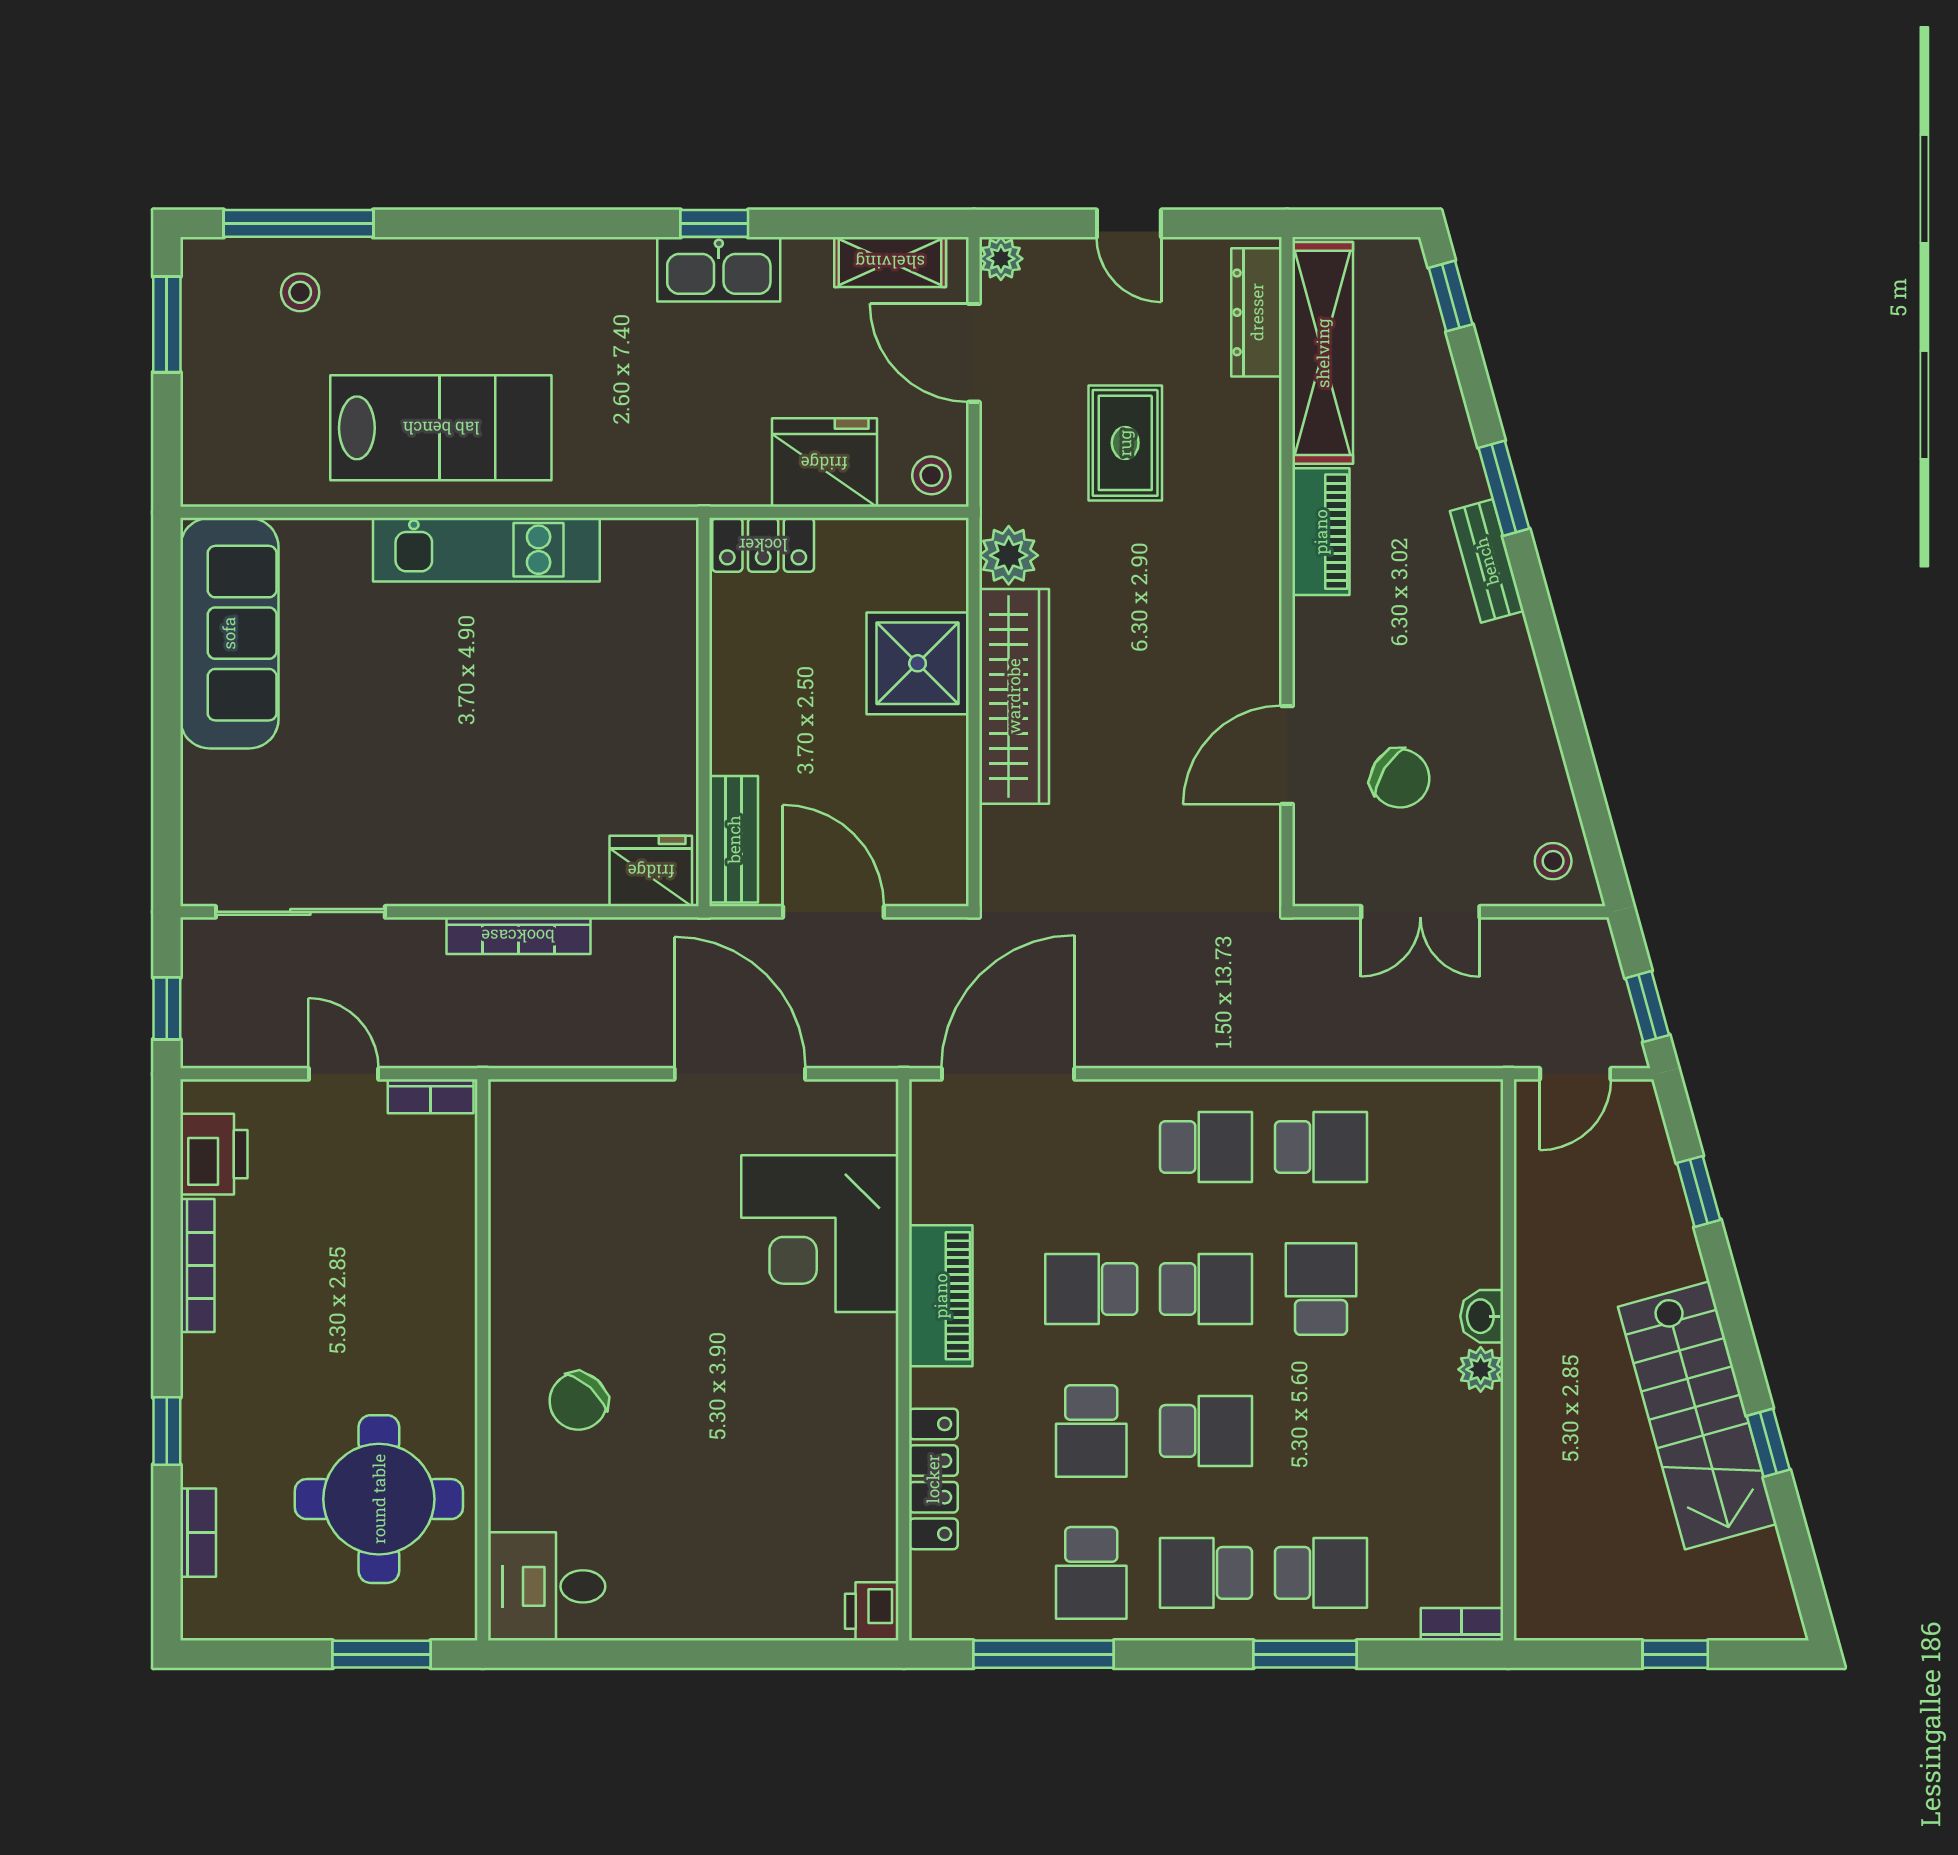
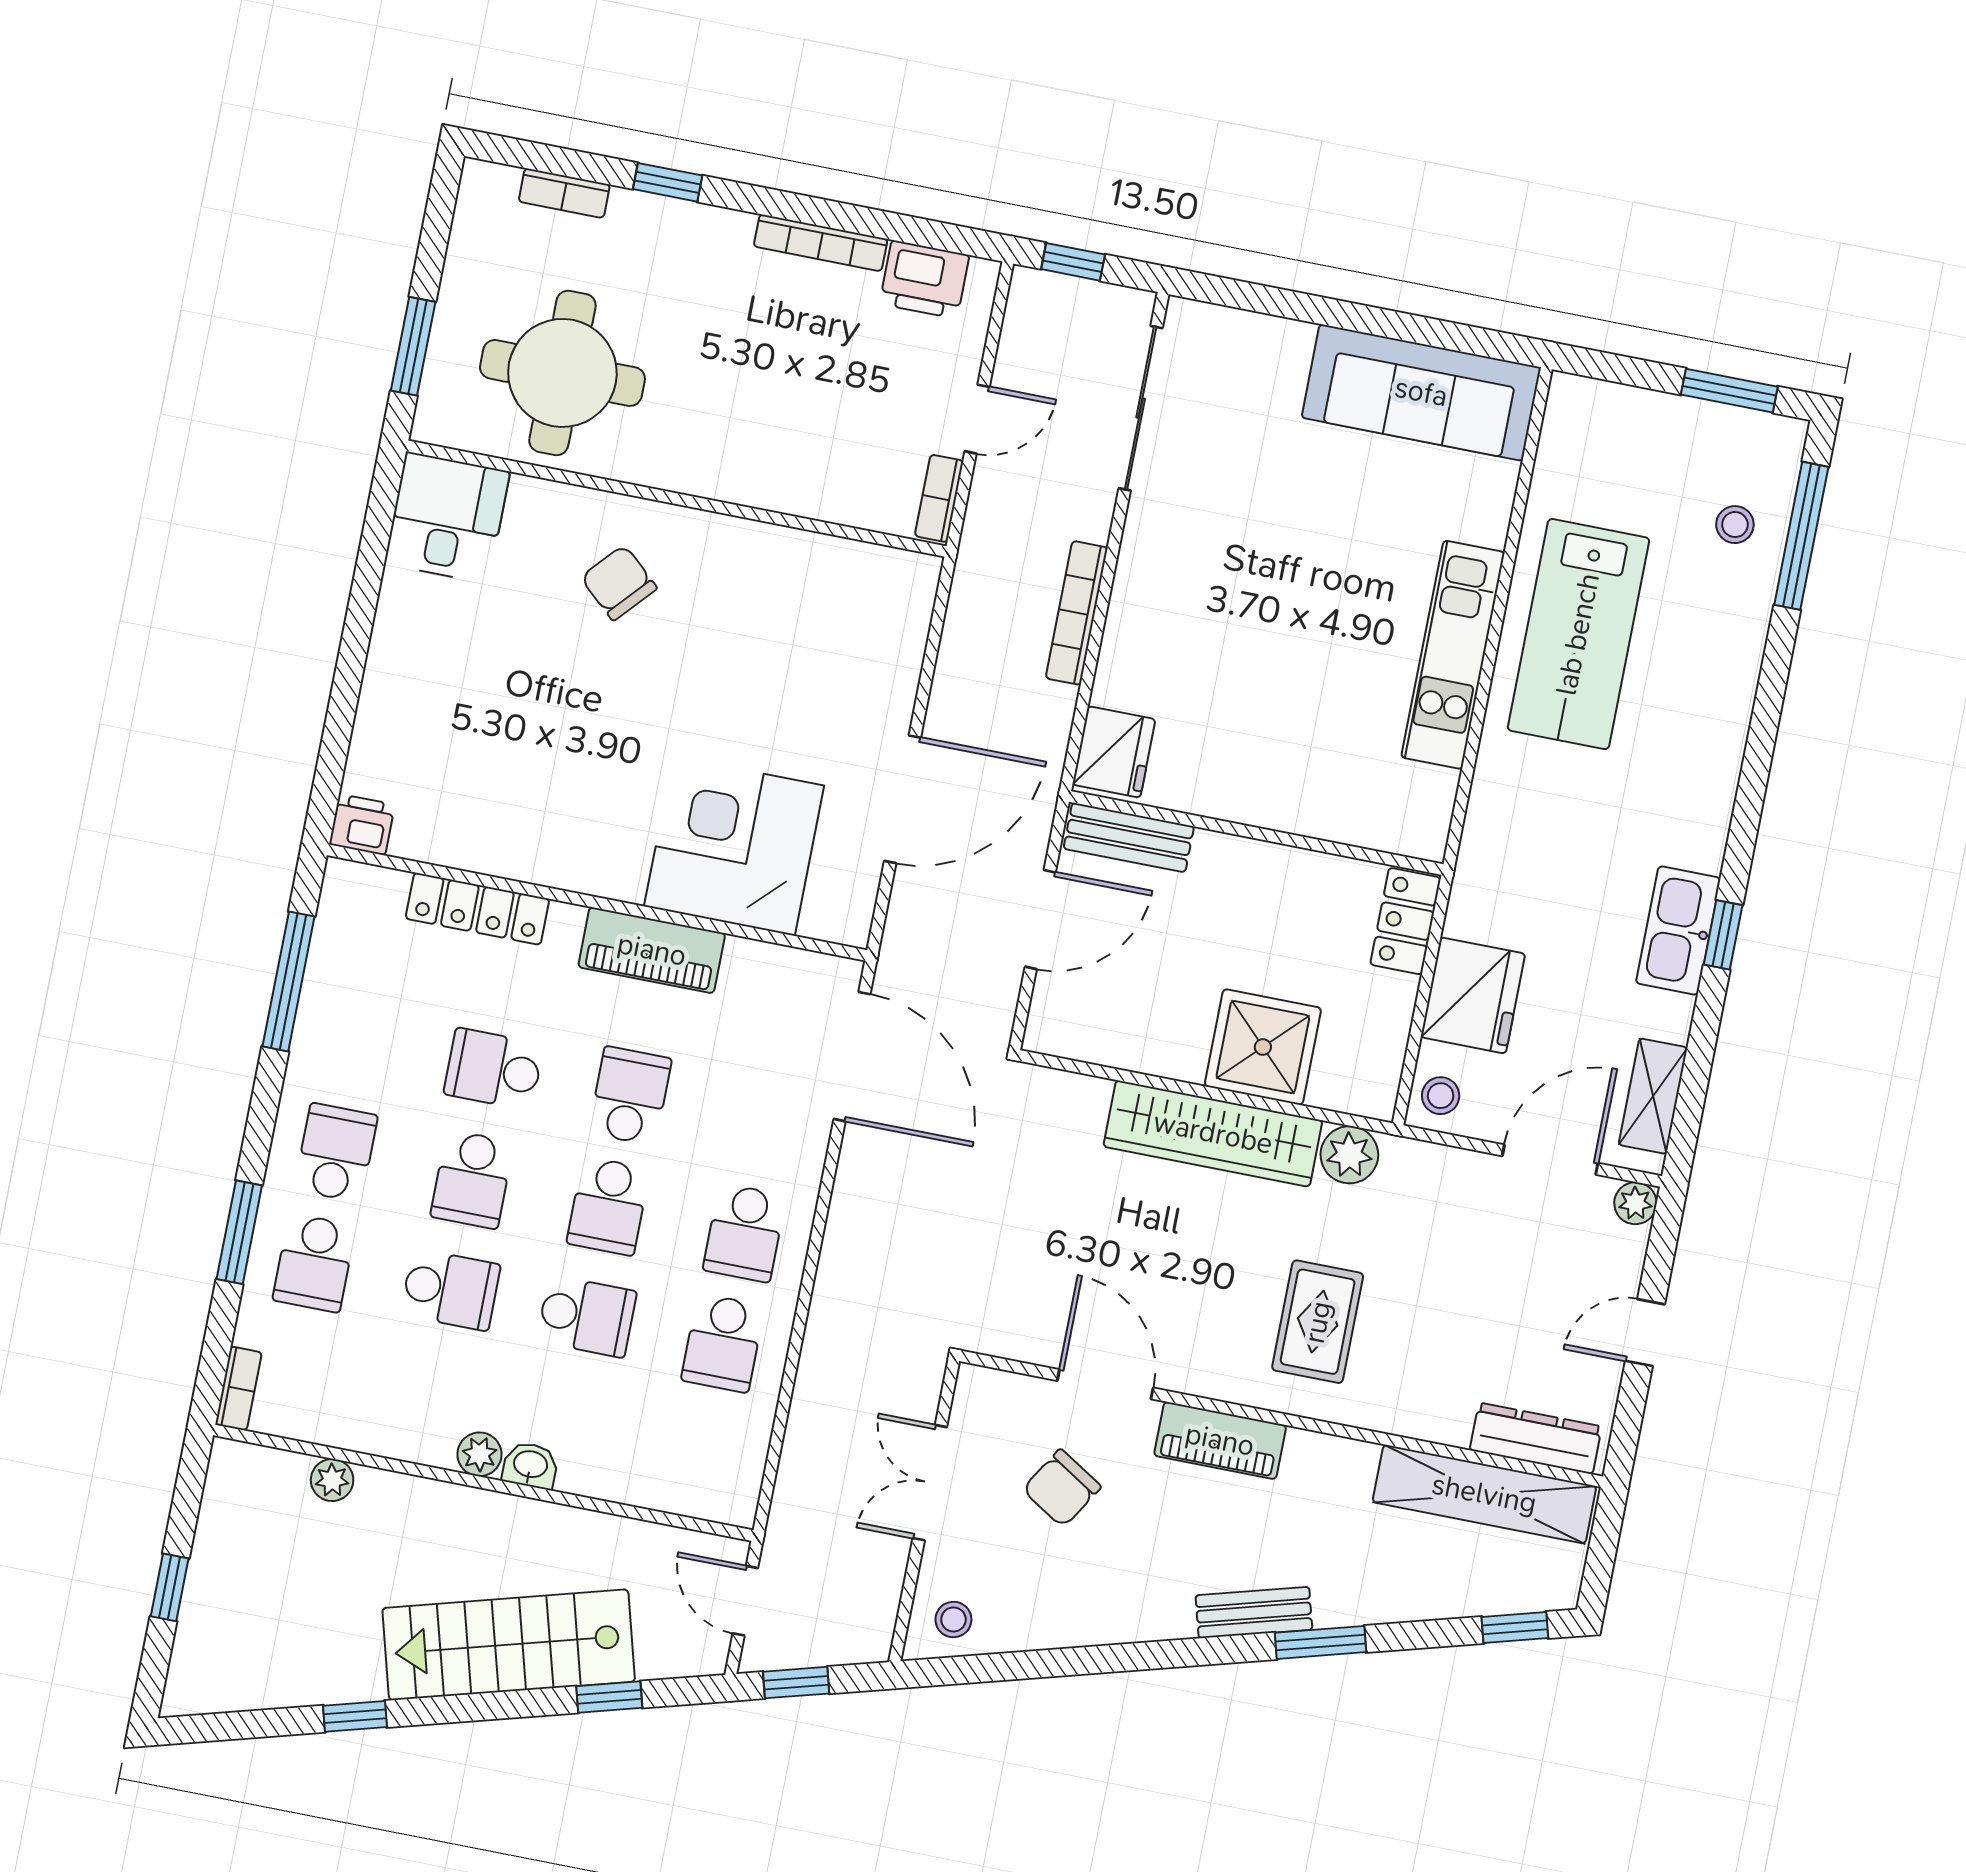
rug: (1125, 443) -> (1318, 1322), moved, turned 90
piano: (1321, 532) -> (1220, 1440), moved
stairs: (1697, 1415) -> (509, 1645), moved
plant: (1535, 1512) -> (332, 1480), added
school desk: (1091, 1573) -> (450, 1290), moved, turned 180

